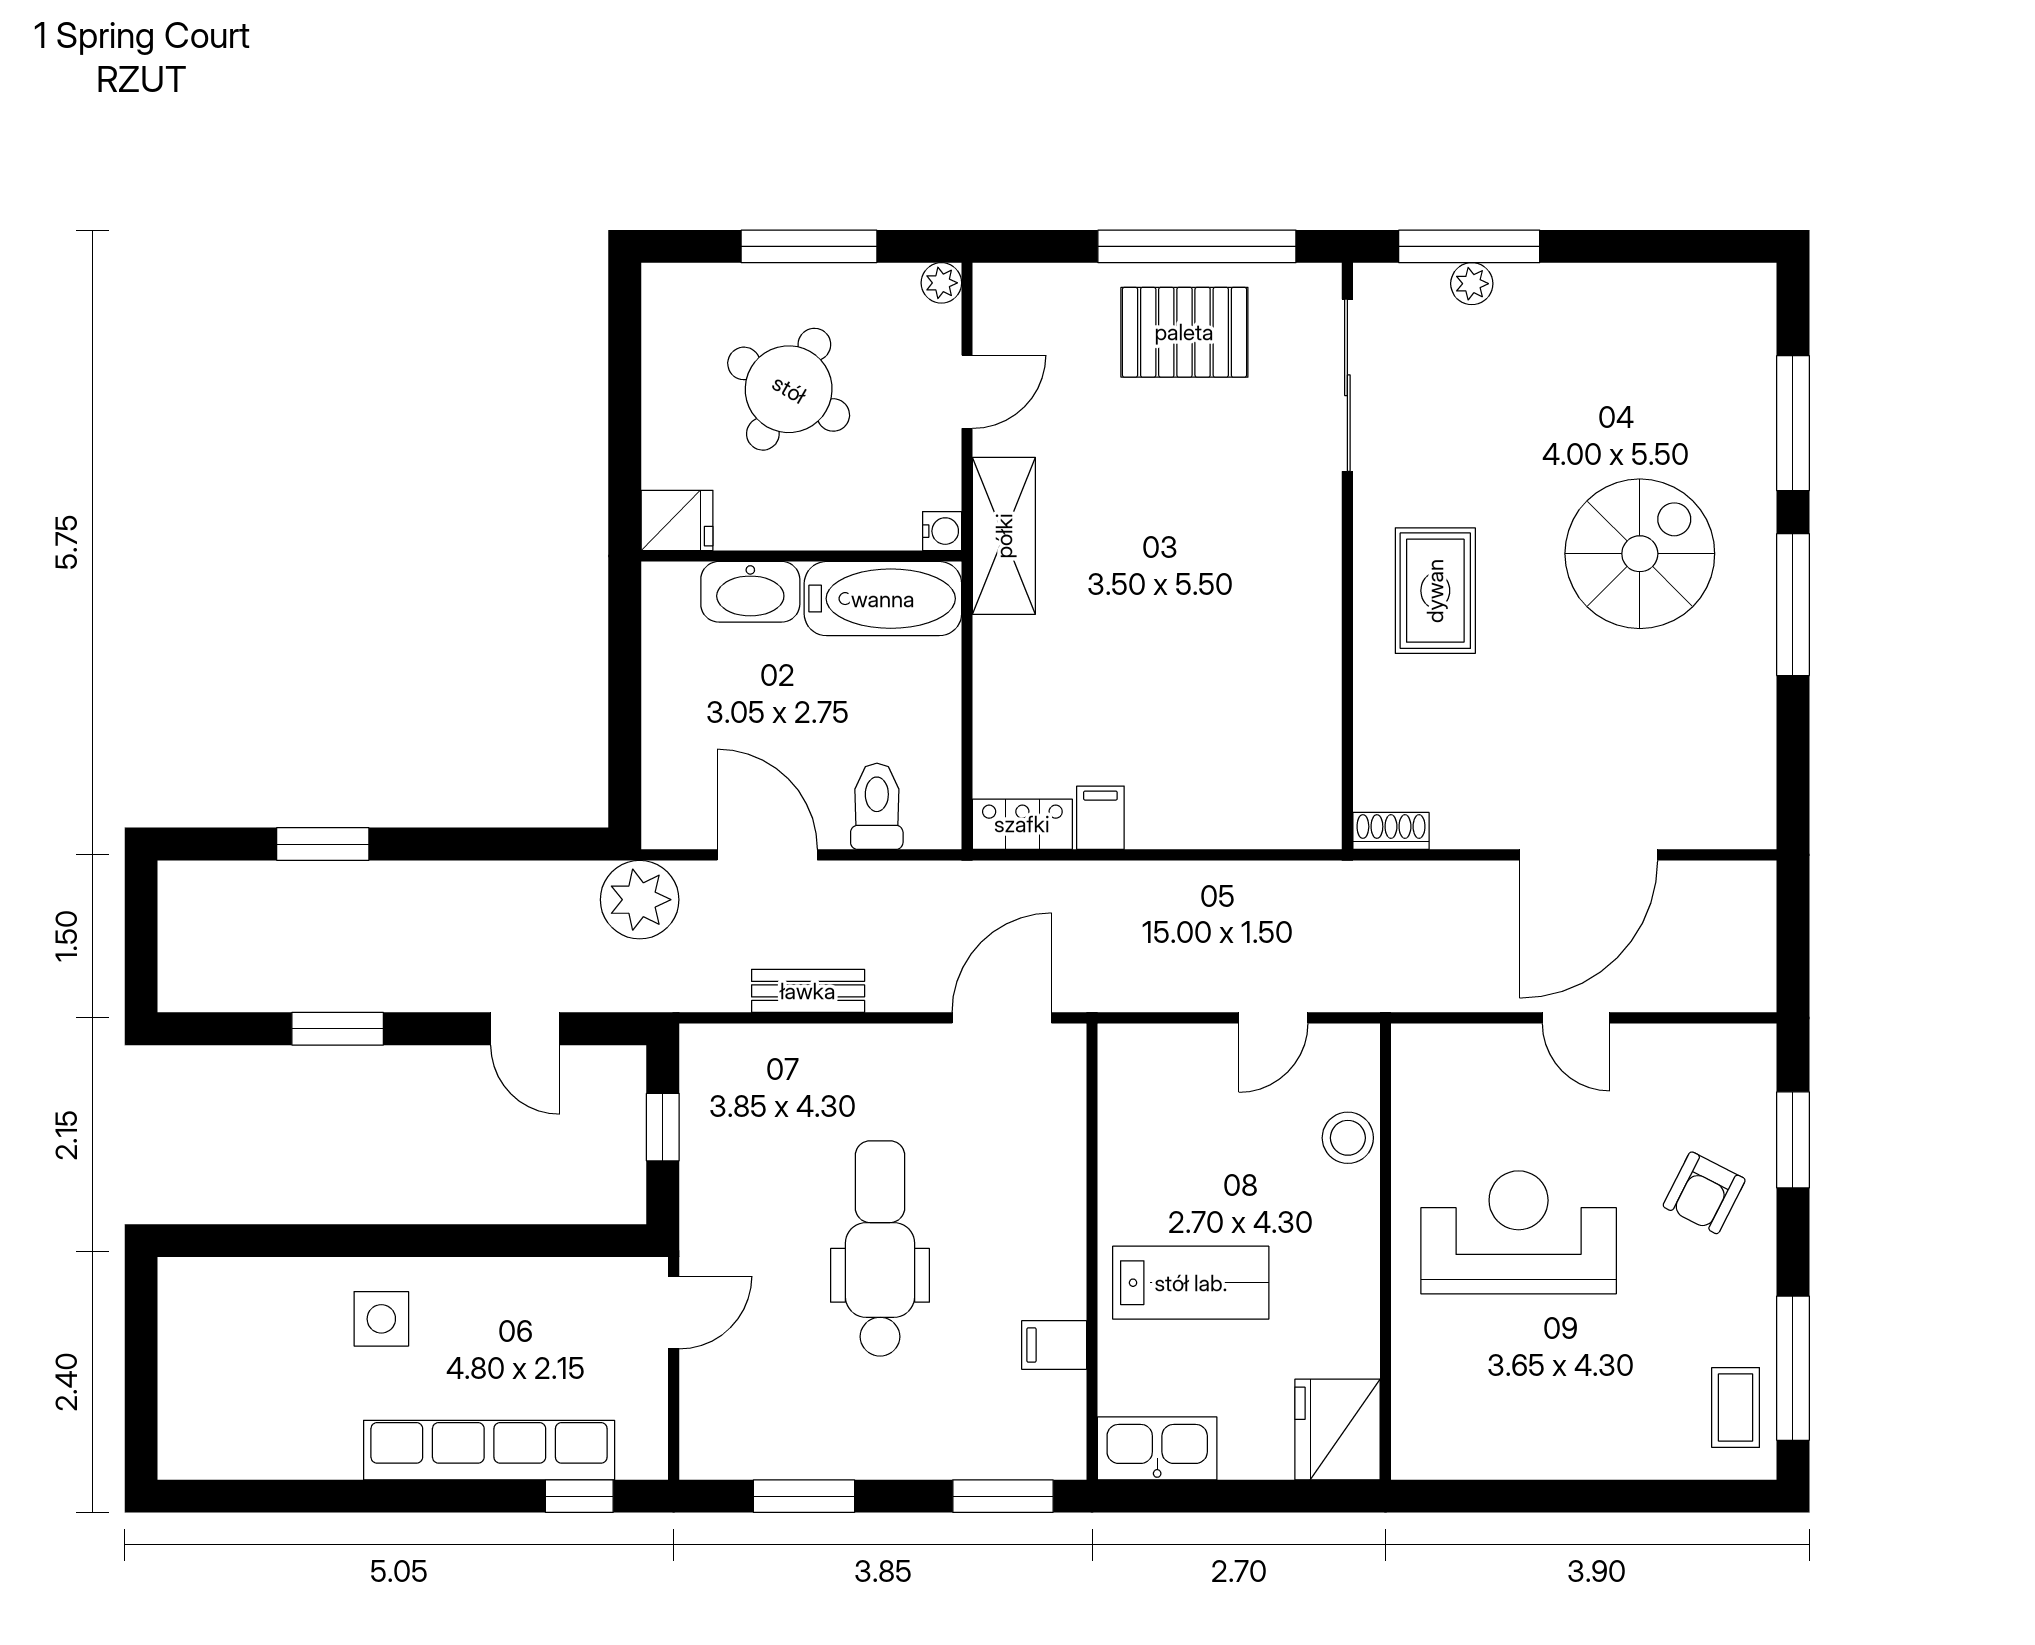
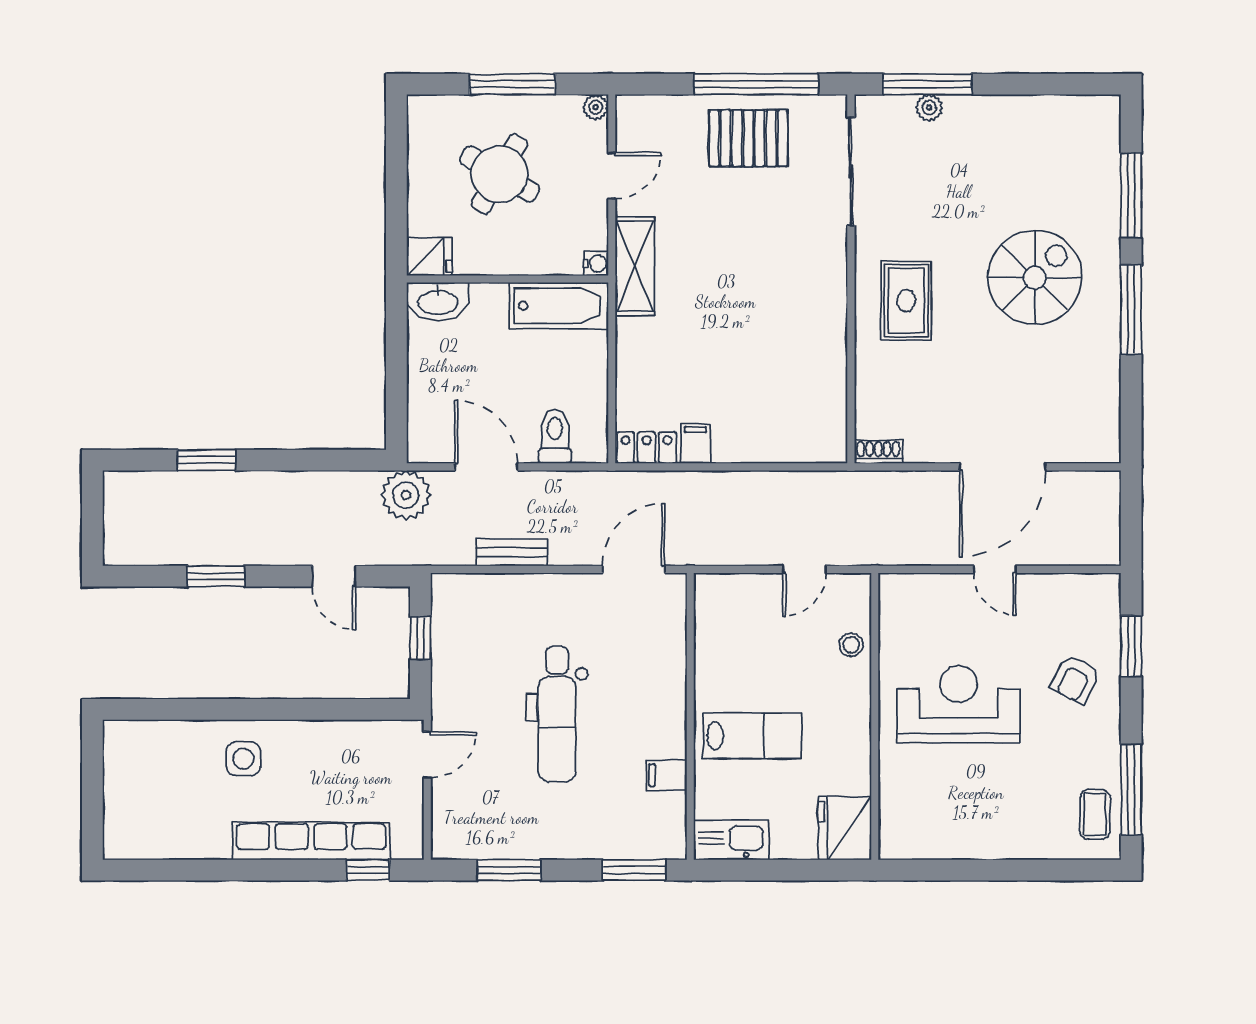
washbasin: (750, 592) -> (438, 301), moved
stool: (1348, 1138) -> (851, 645), width x0.73, depth x0.73
dental chair: (880, 1248) -> (557, 714), turned 180

